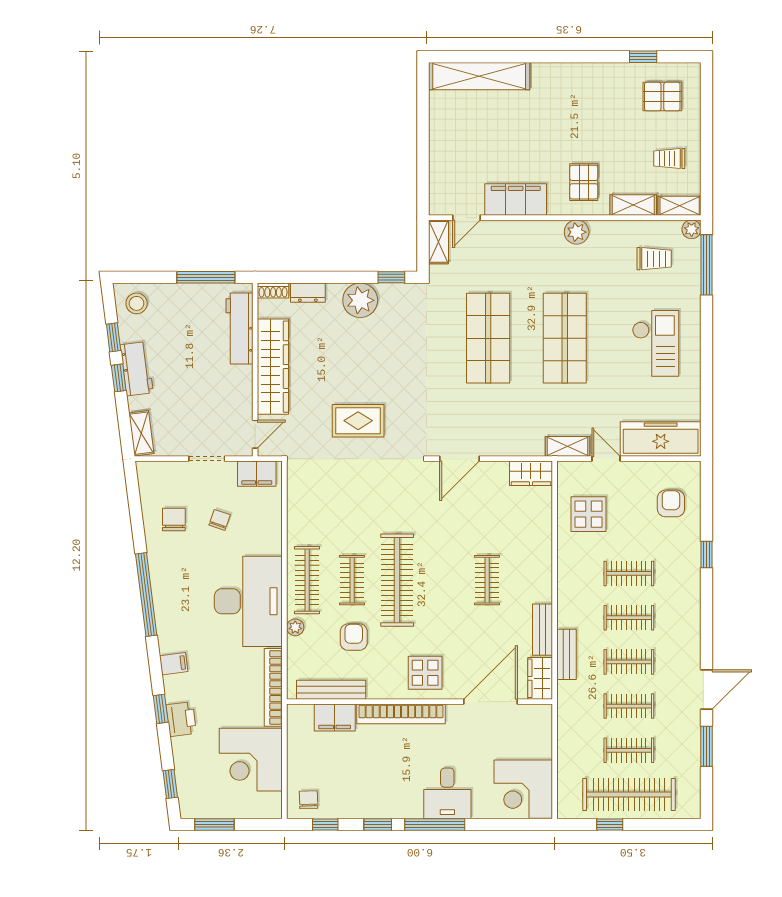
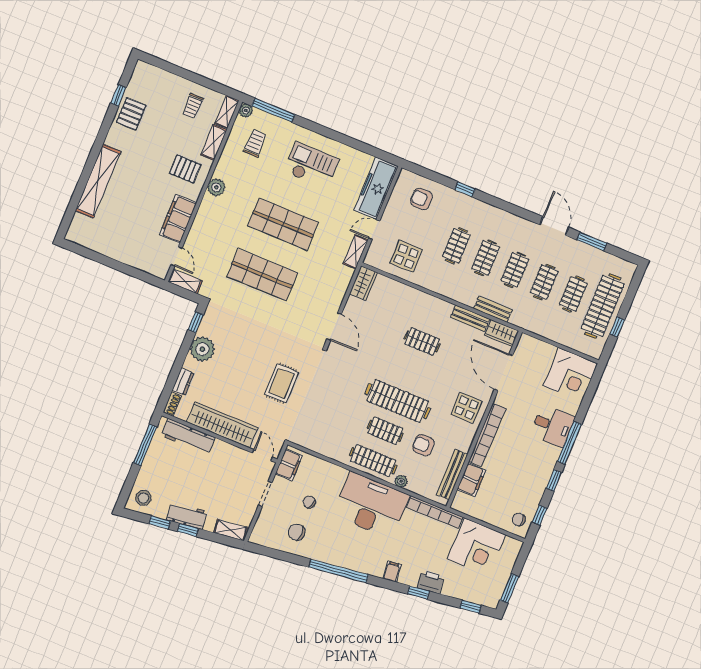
shelving: (479, 76) -> (98, 181), moved
pallet: (662, 97) -> (131, 114), moved

